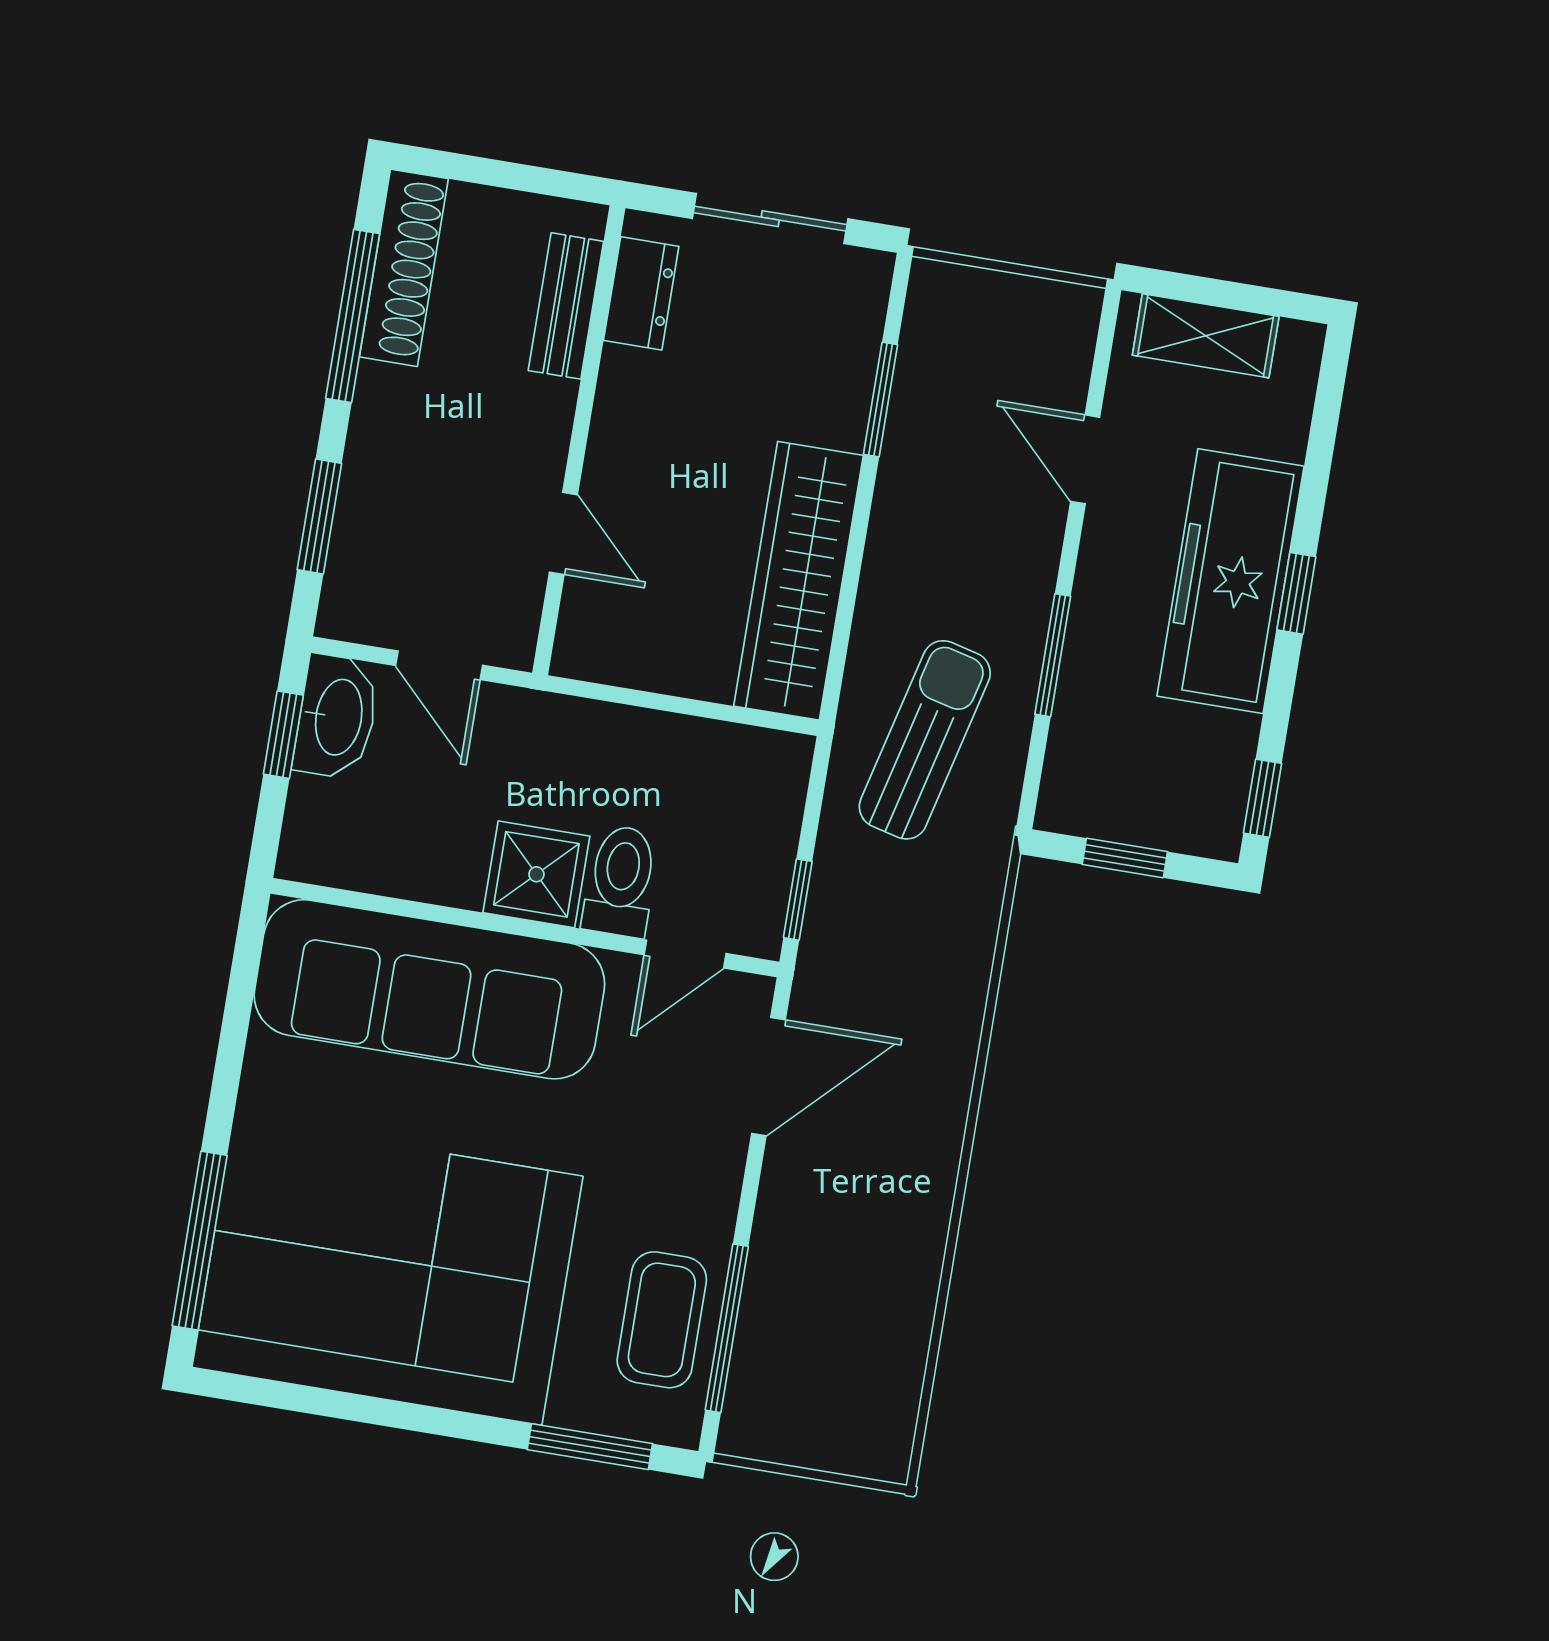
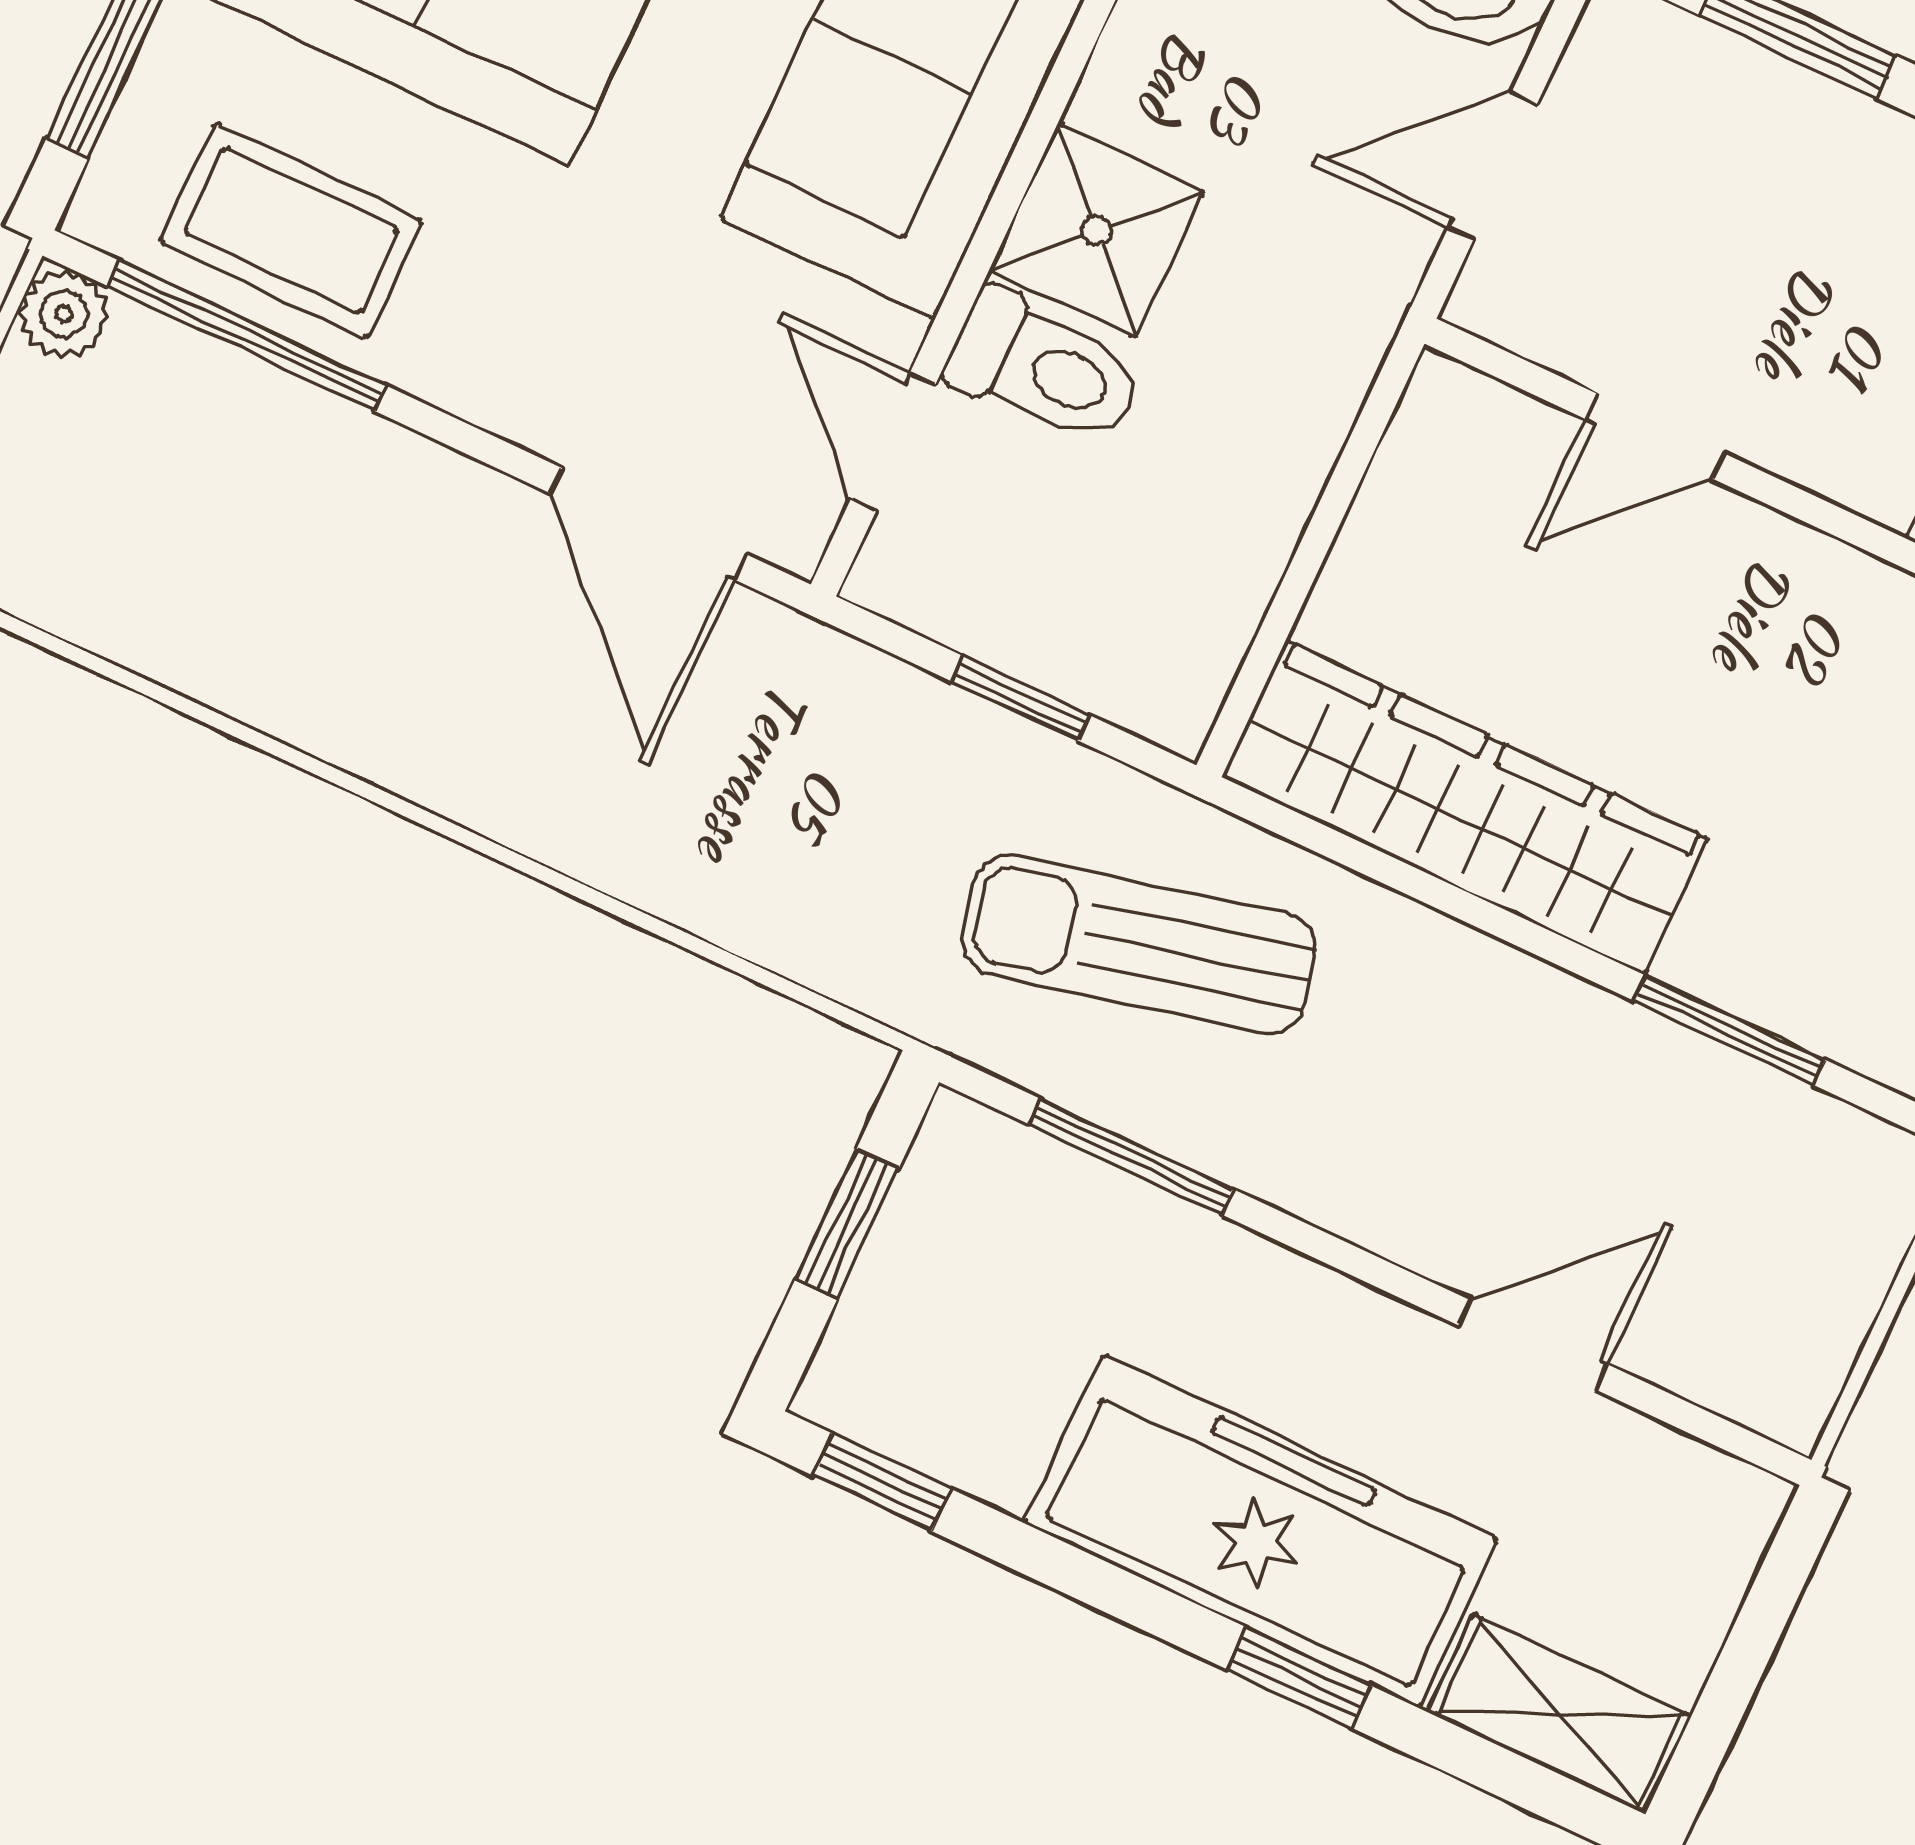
shelving: (1206, 336) -> (1559, 1714), moved, turned 90
window: (1296, 593) -> (1299, 1678), moved
window: (1053, 655) -> (1131, 1157), moved
sun lounger: (925, 740) -> (1139, 944), turned 153
window: (798, 900) -> (1021, 698), moved
plant: (743, 1433) -> (64, 314), added

